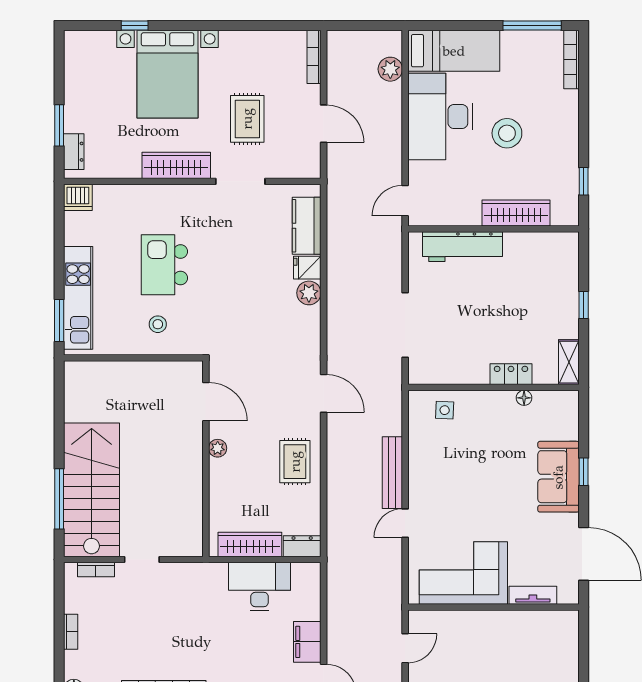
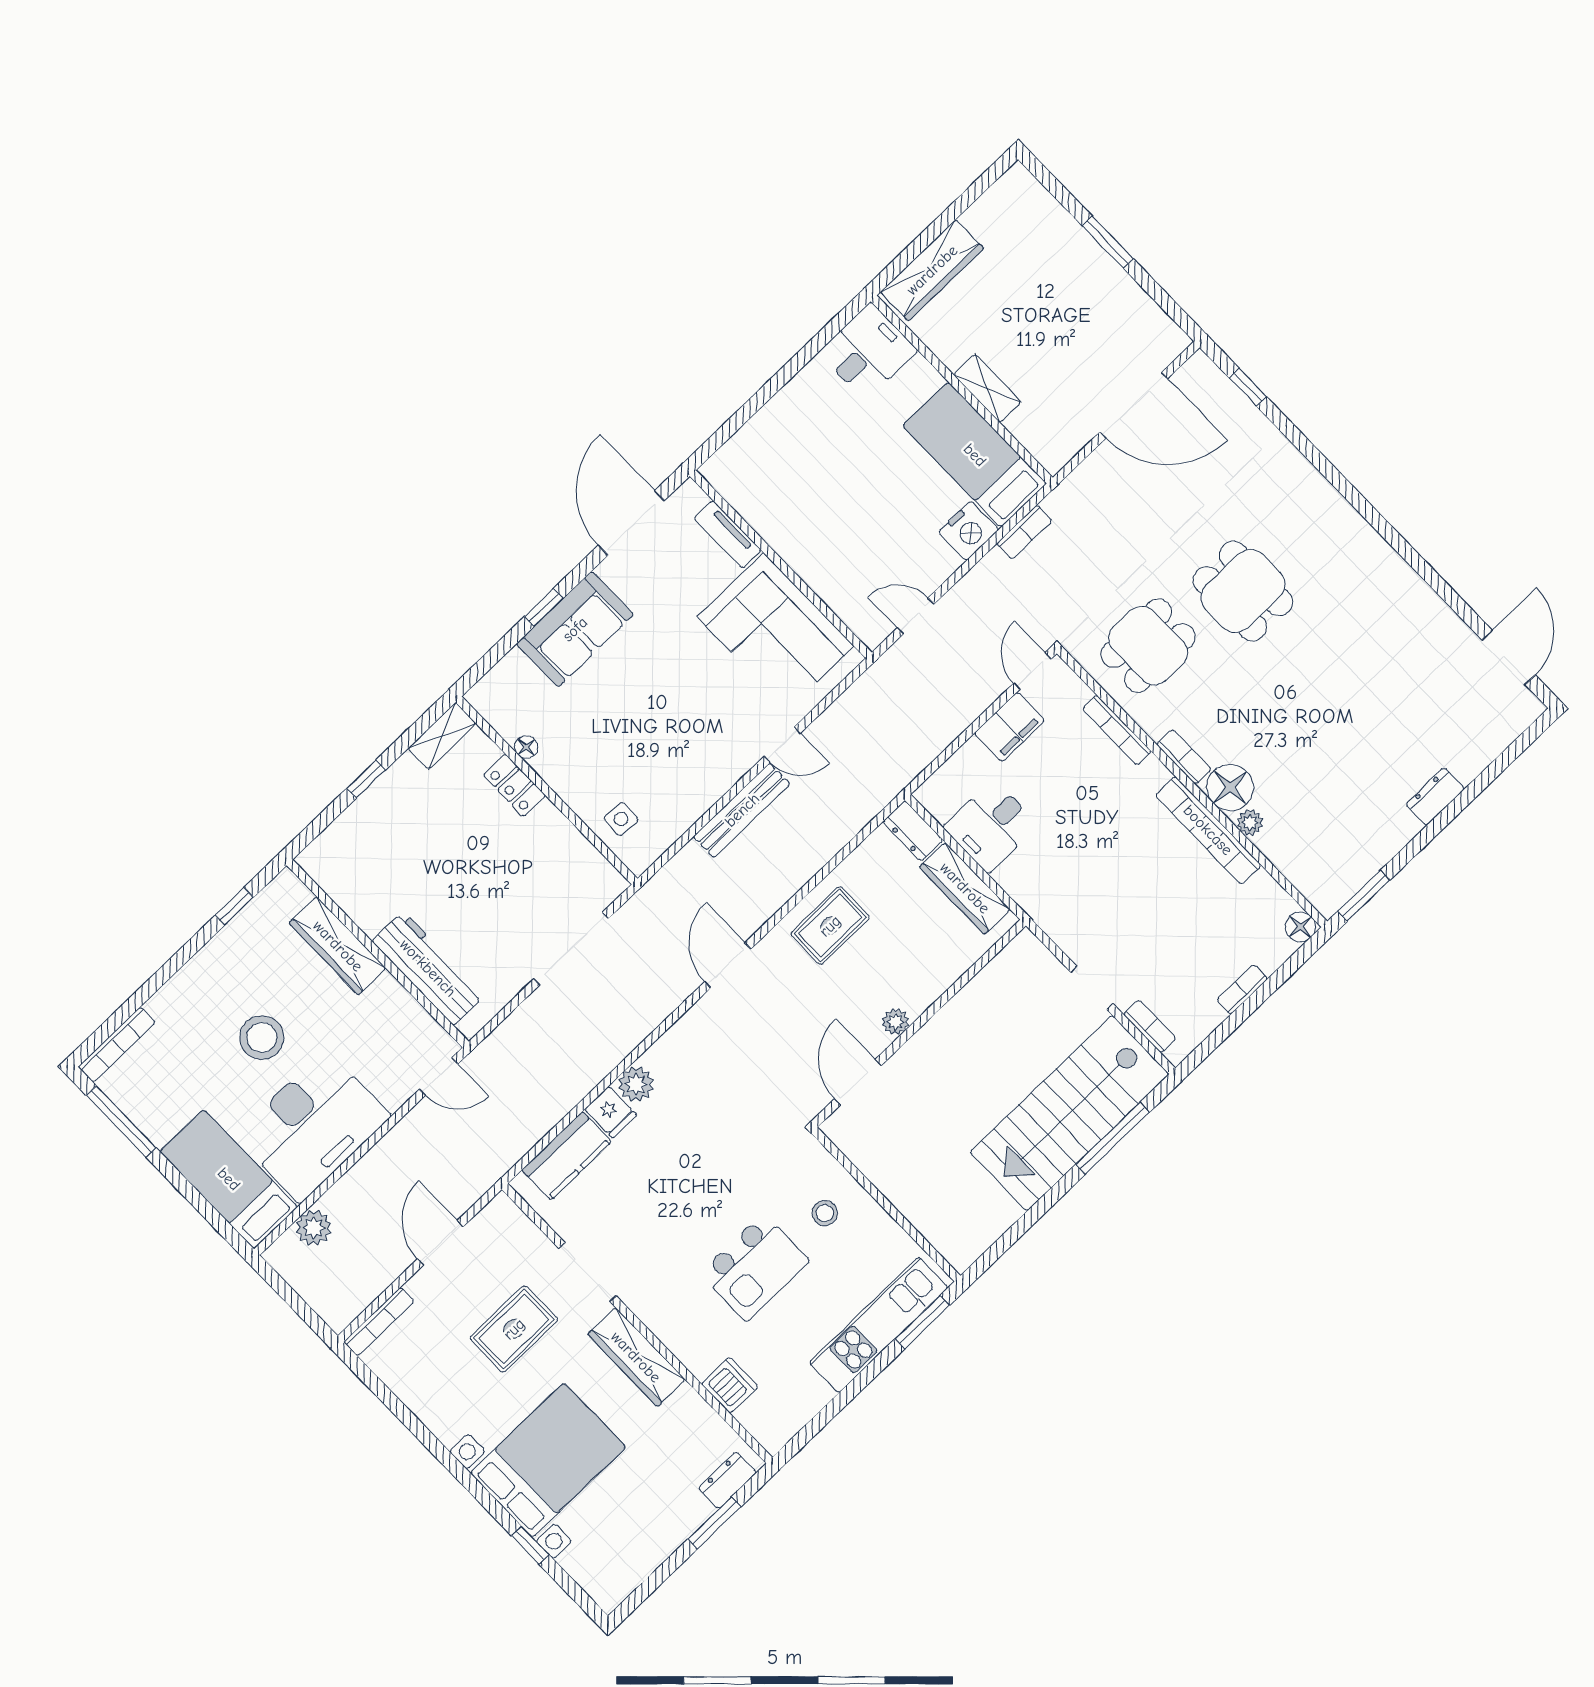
dishwasher: (78, 197) -> (730, 1385), moved
desk: (260, 586) -> (991, 826), width x0.73

